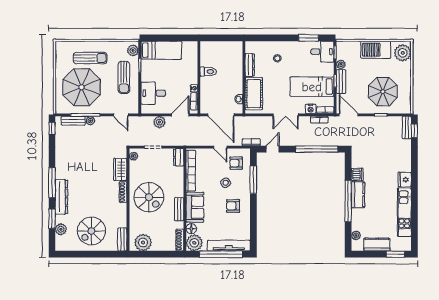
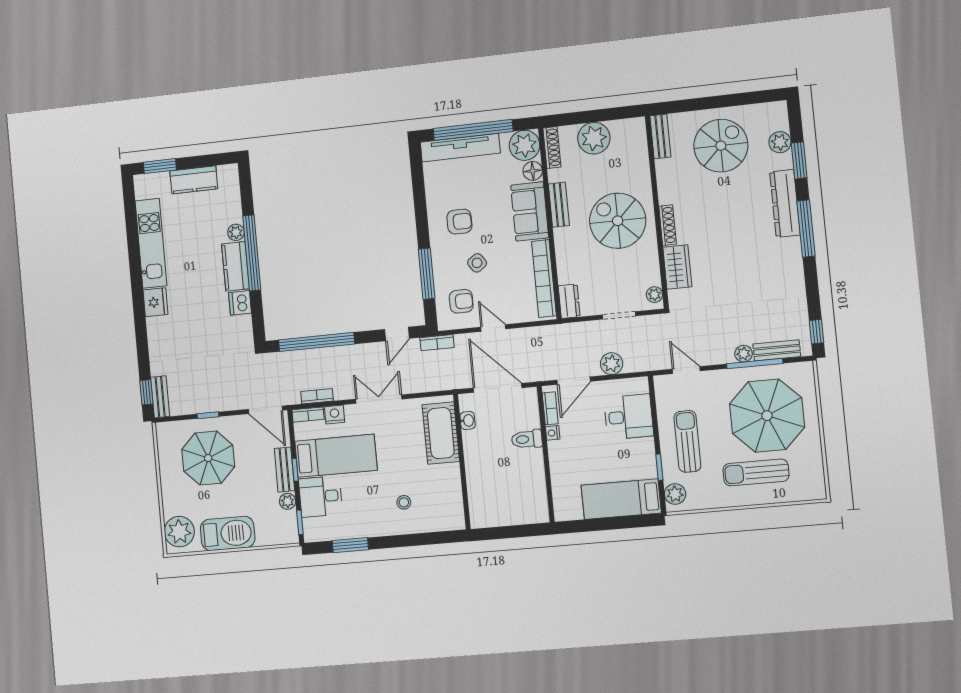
desk: (322, 52) -> (321, 496), moved
dresser: (250, 65) -> (453, 486), removed
toilet: (208, 72) -> (527, 439), moved
plant: (356, 235) -> (236, 232), moved
plant: (143, 242) -> (594, 138), moved

